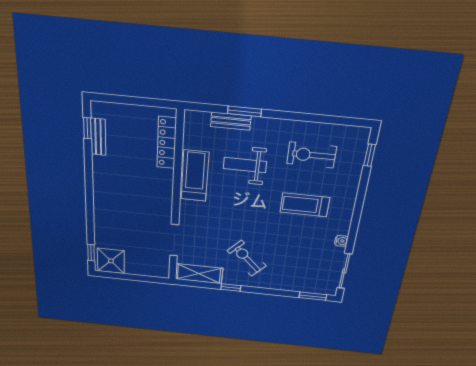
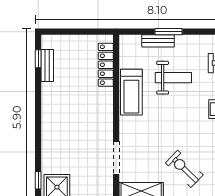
weight bench: (245, 165) -> (173, 78), turned 180
treadmill: (195, 176) -> (131, 92), turned 180

